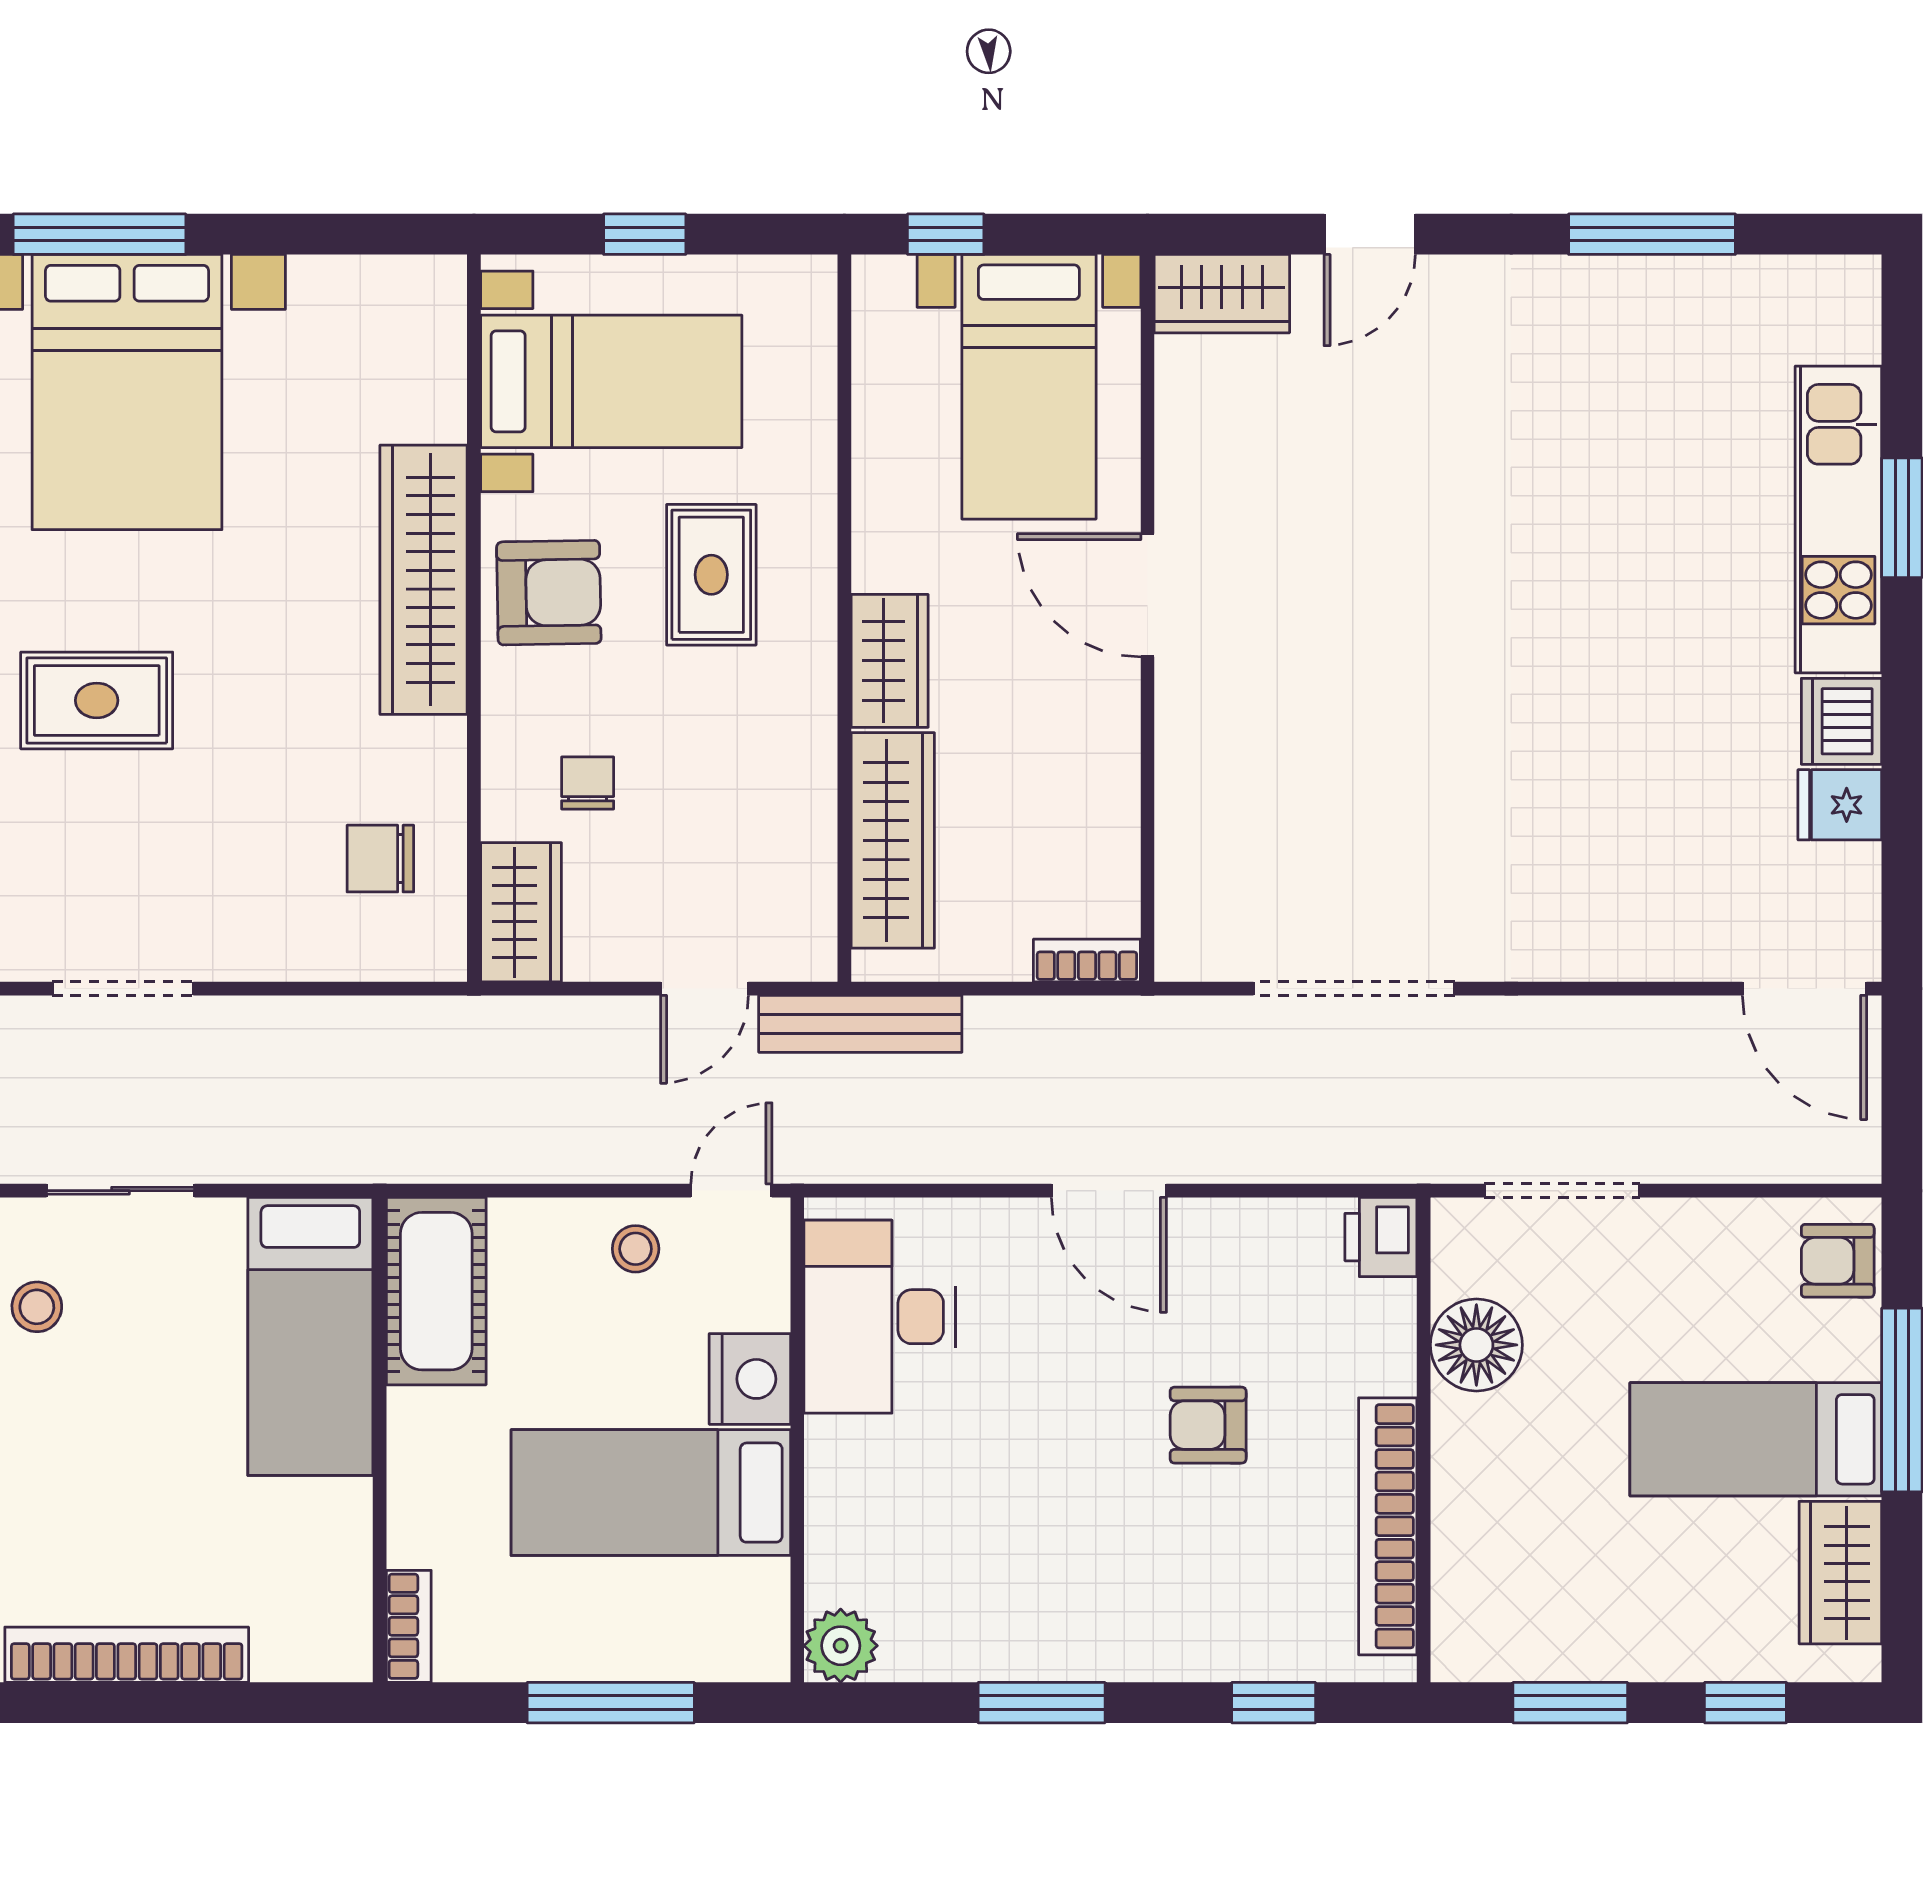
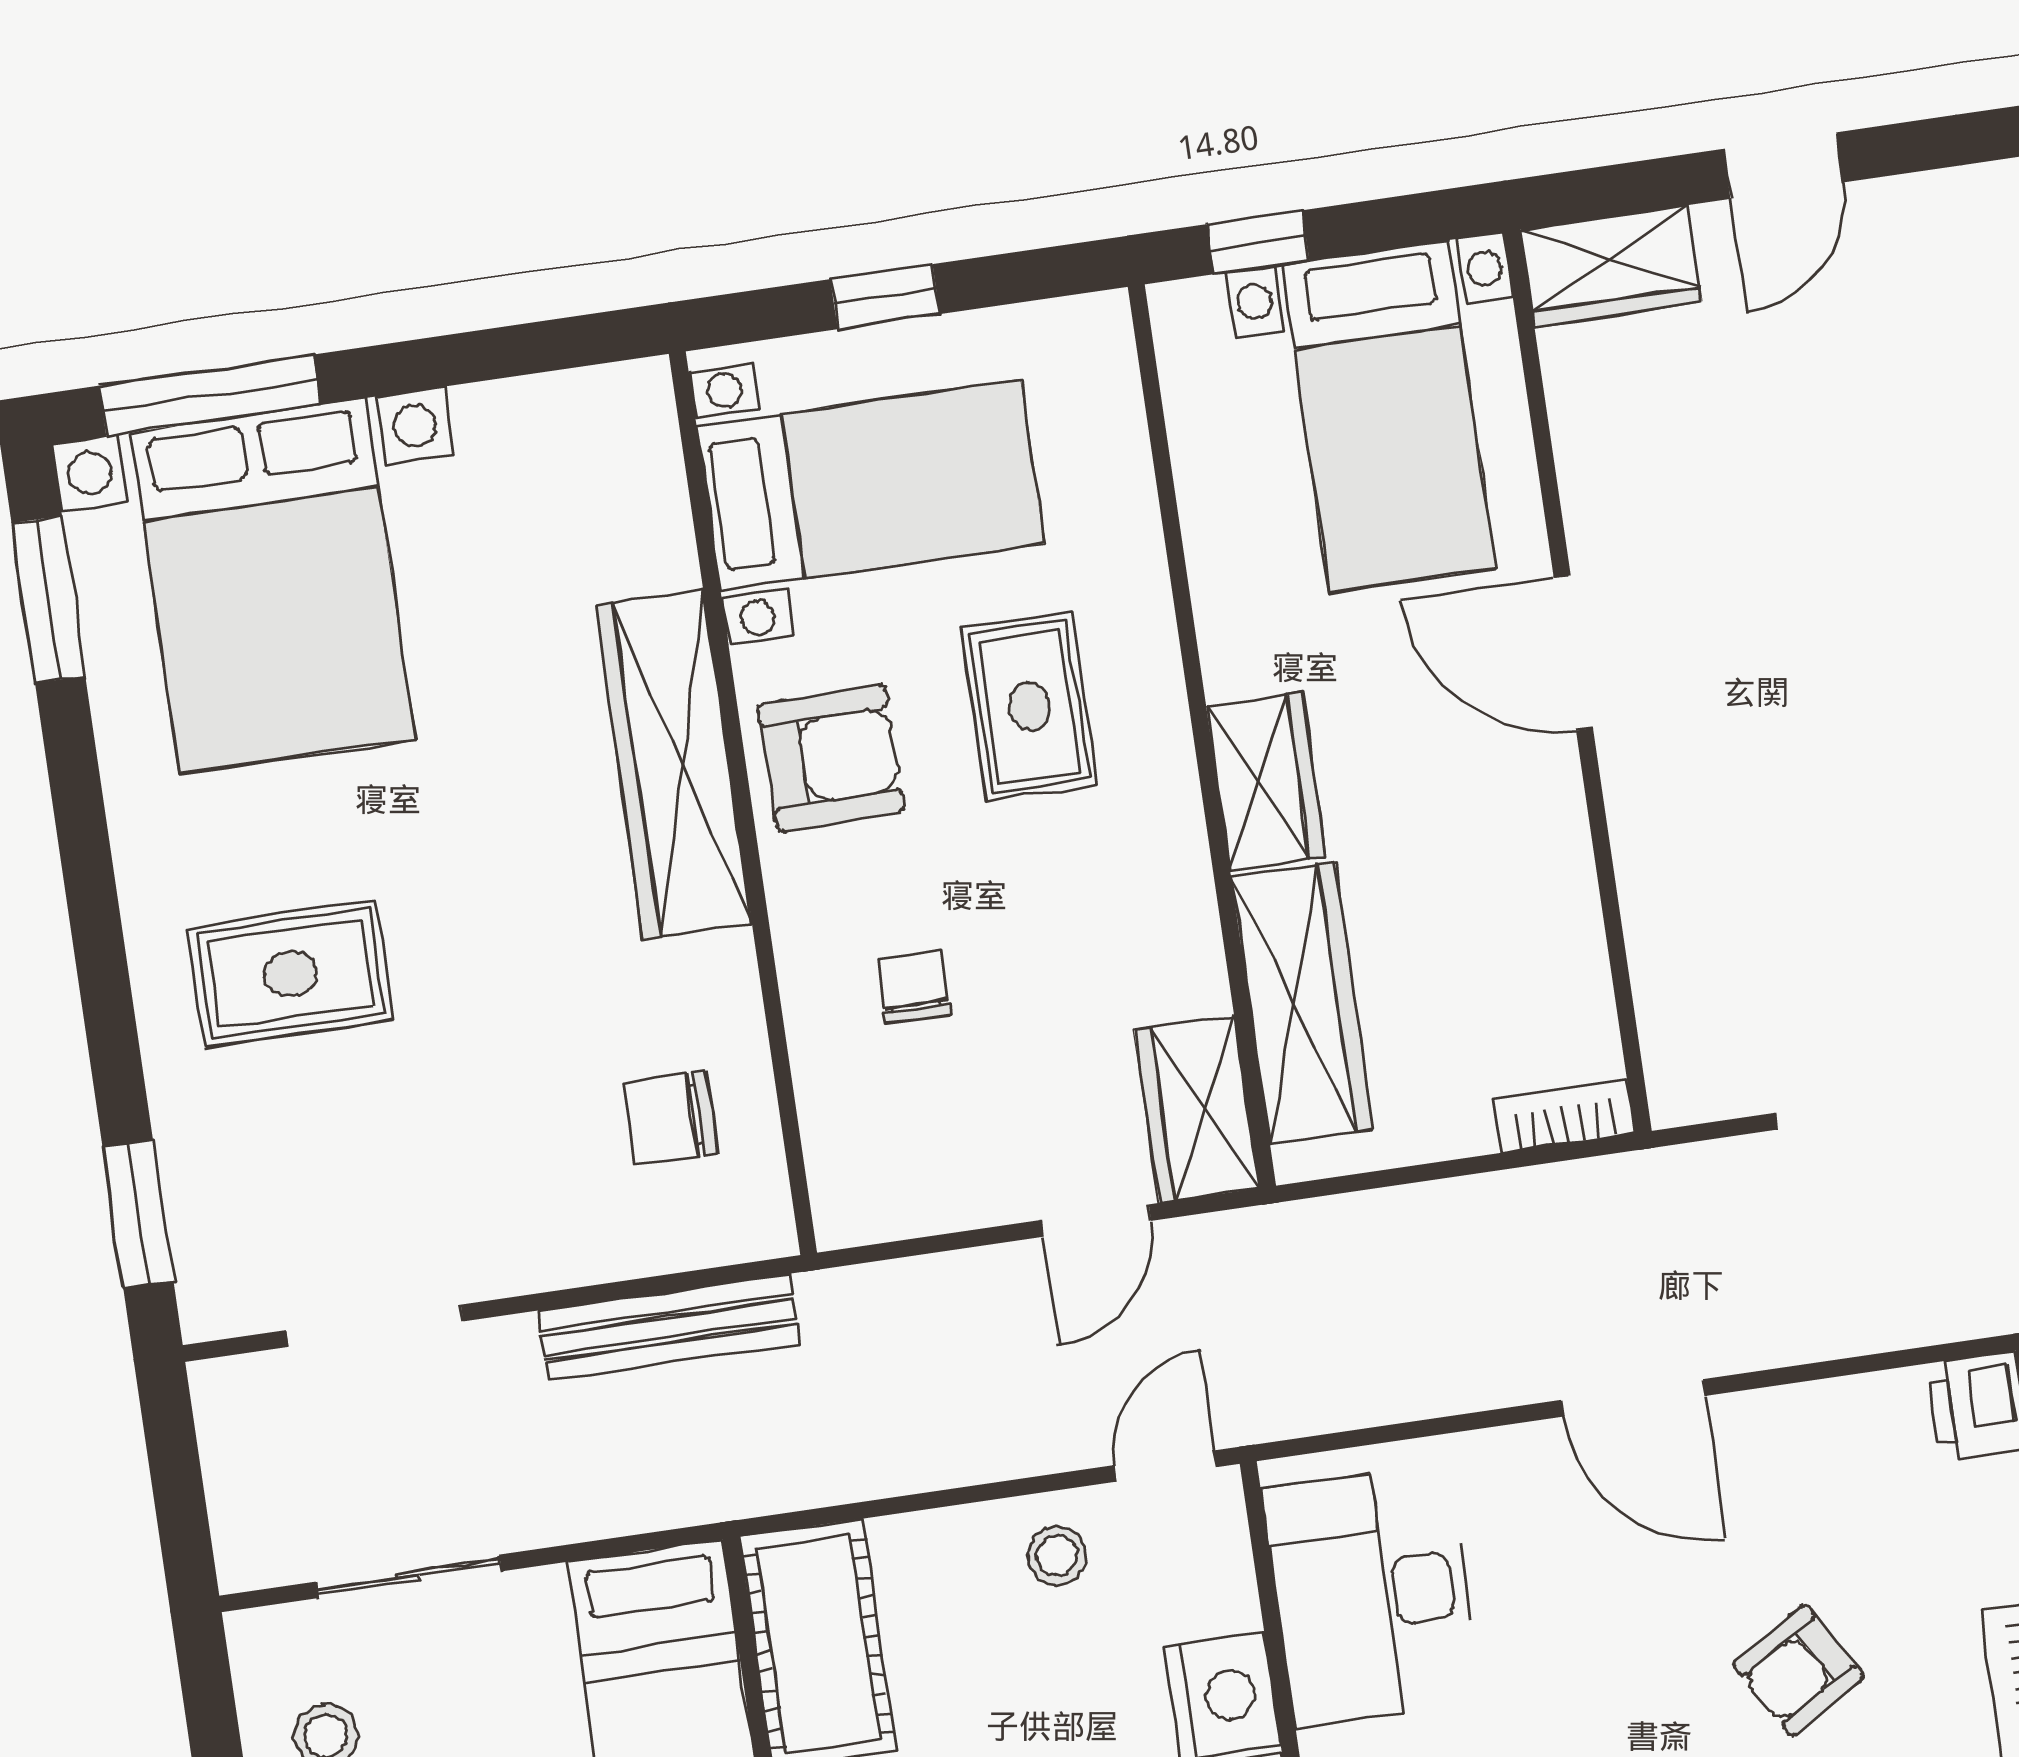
wardrobe: (521, 912) -> (1197, 1109), moved, turned 180
bench: (860, 1024) -> (669, 1327), moved
armchair: (1208, 1425) -> (1798, 1670), turned -31

